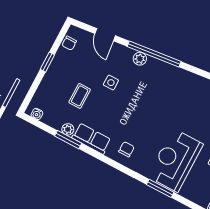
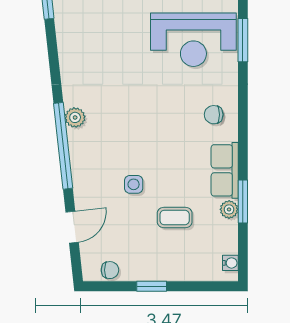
plant: (140, 59) -> (75, 117), moved

